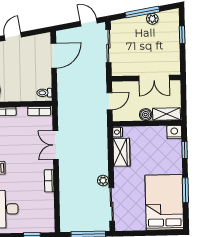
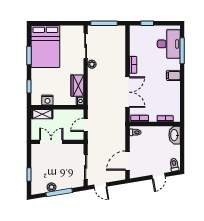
boiler: (146, 115) -> (58, 114), removed
nightstand: (174, 132) -> (47, 100), moved
double door: (56, 145) -> (128, 92), width x1.37

